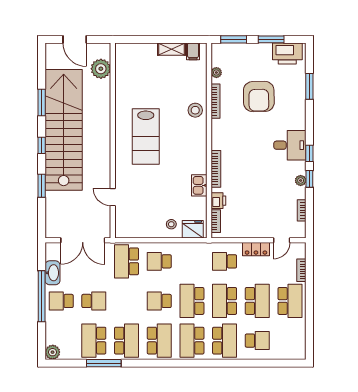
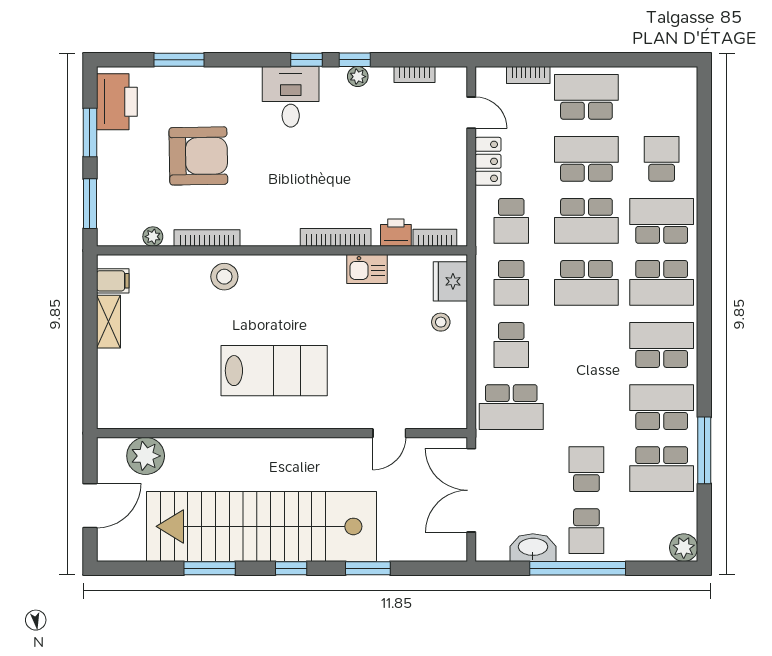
double door: (83, 240) -> (471, 490), swing flipped
school desk: (159, 301) -> (511, 283), moved

